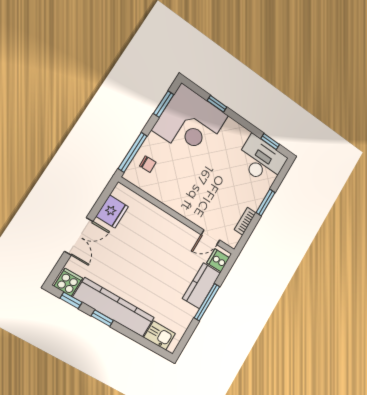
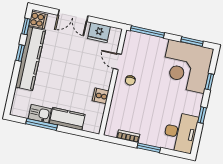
window: (270, 142) -> (202, 115), moved
chair: (148, 164) -> (130, 80), moved
door: (210, 237) -> (117, 61), moved
cooker: (218, 260) -> (101, 96), moved, turned -90
window: (207, 302) -> (42, 124), moved
kitchen sink: (160, 335) -> (40, 114), moved, turned -90

